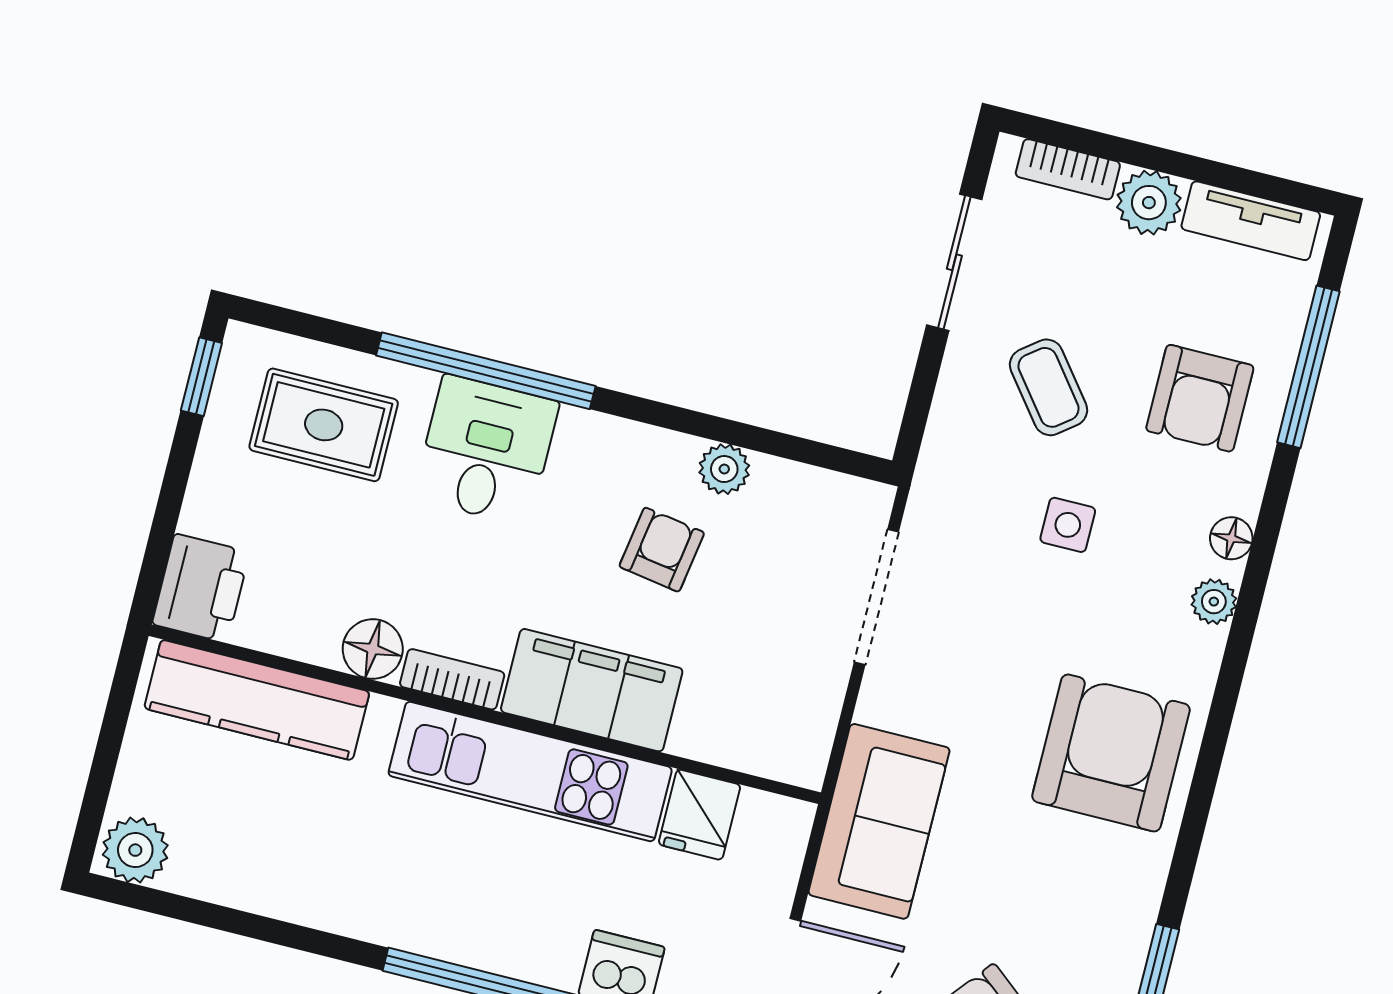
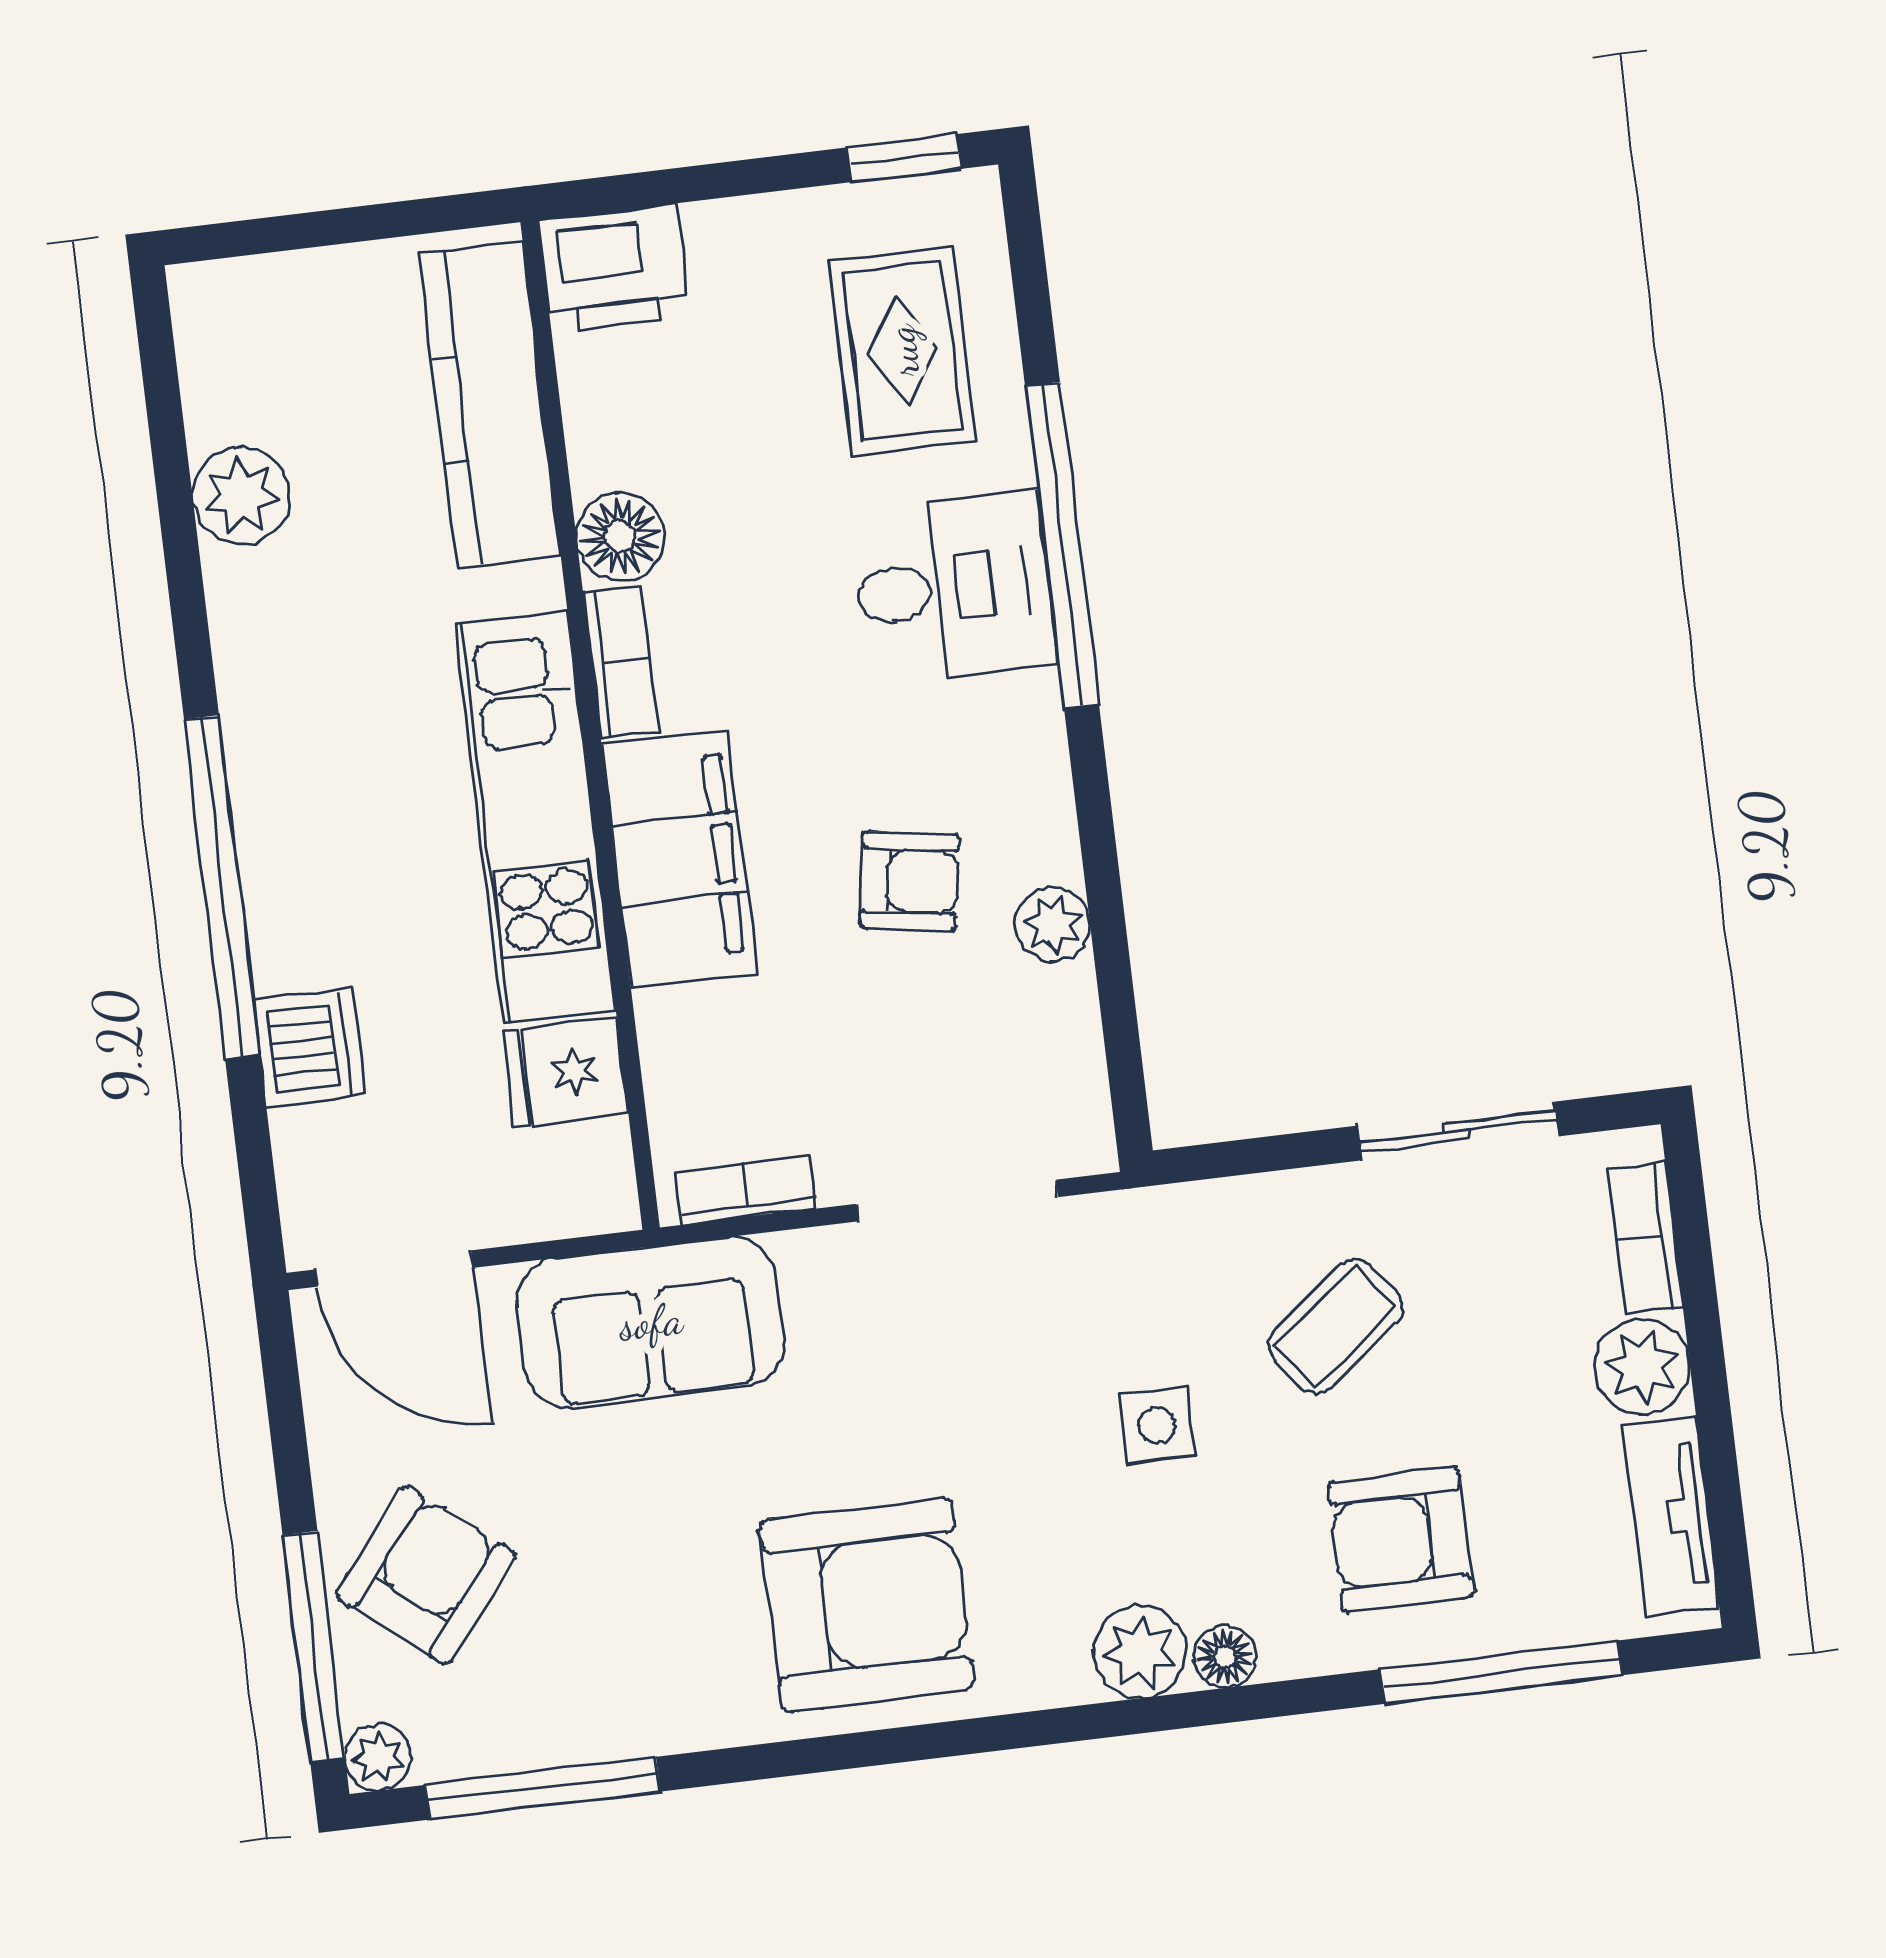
plant: (1214, 602) -> (1140, 1652), width x1.38, depth x1.38
bookcase: (818, 729) -> (746, 1190), added
plant: (135, 850) -> (241, 496), moved

